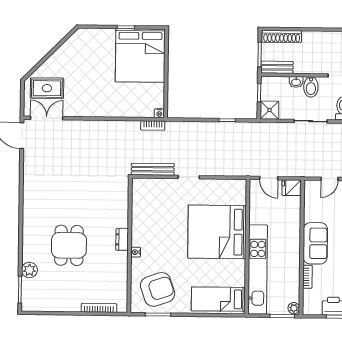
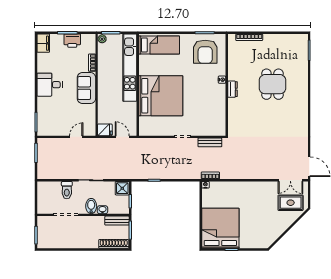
bench: (153, 169) -> (210, 142), width x0.73
plant: (29, 270) -> (302, 65), removed
armchair: (158, 289) -> (205, 52), turned -71

